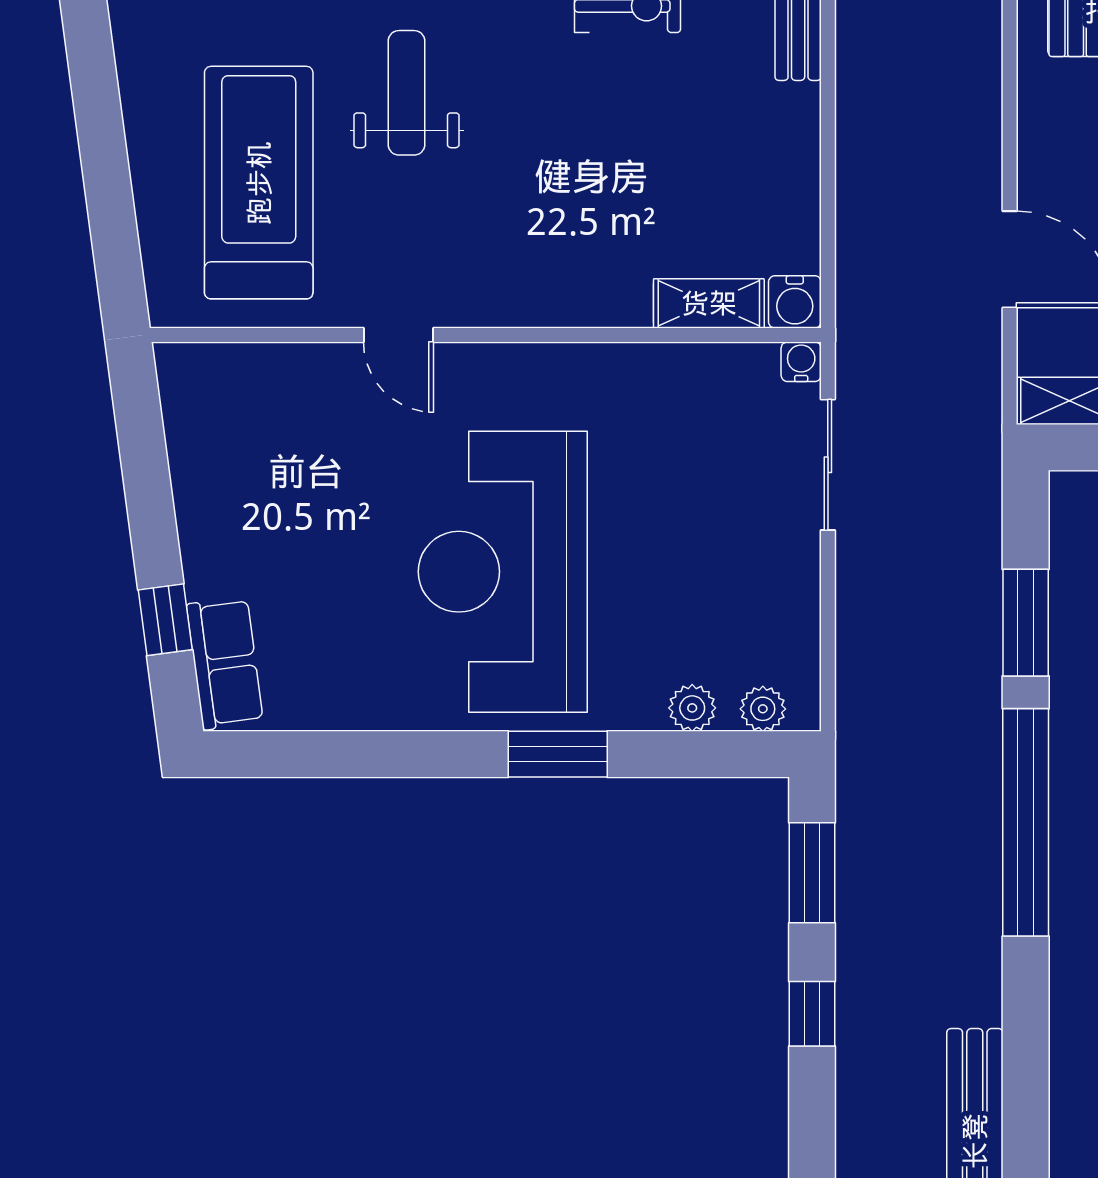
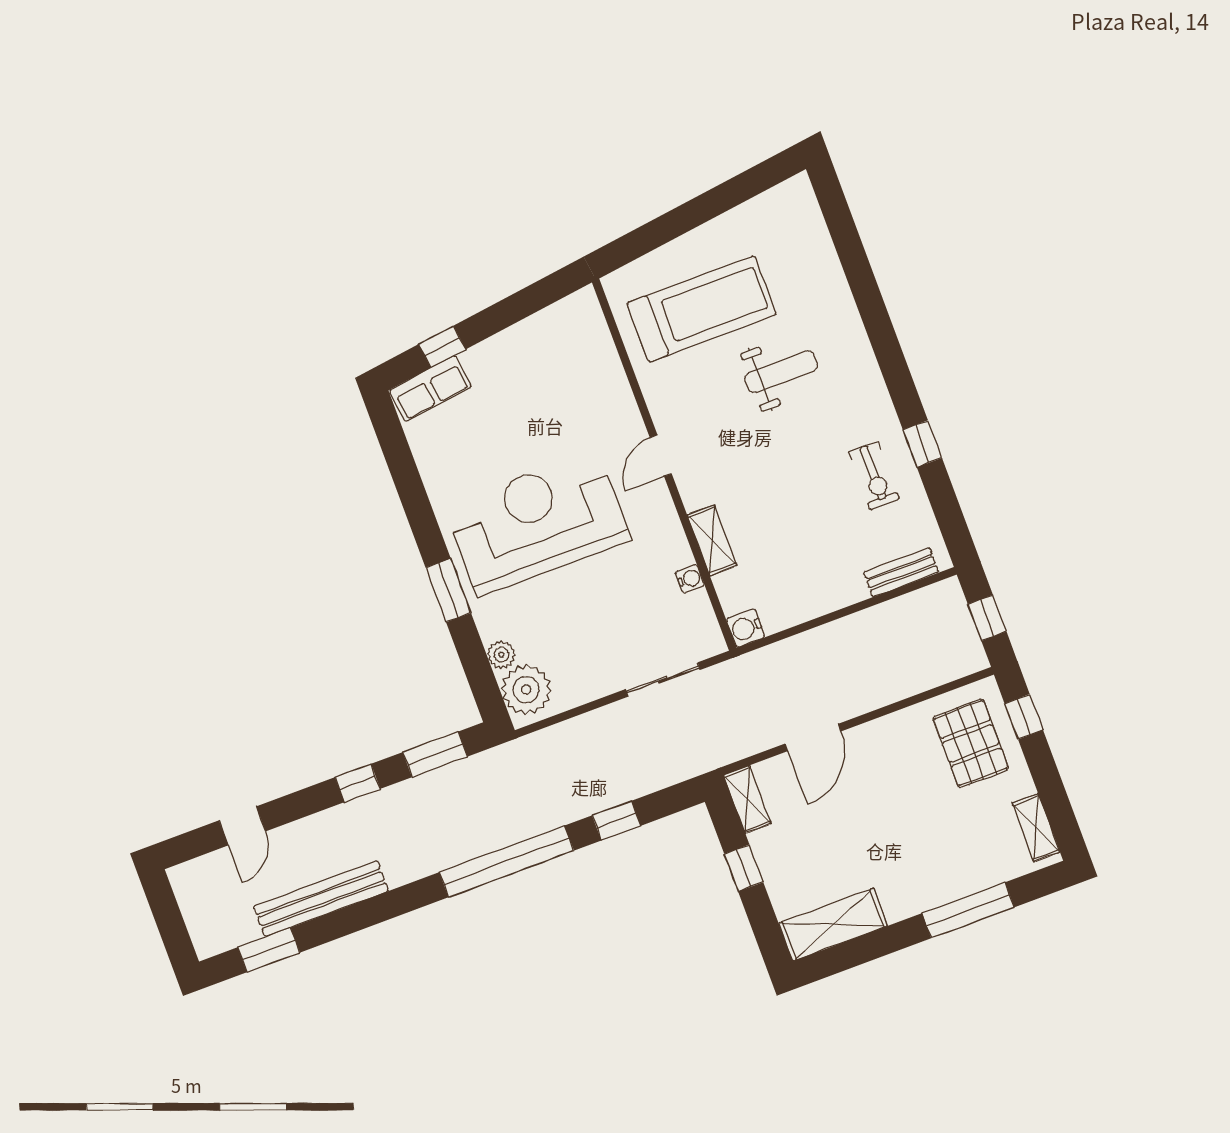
shelving: (709, 303) -> (712, 540), moved
door: (399, 335) -> (661, 456), moved
water cooler: (801, 362) -> (690, 579), moved
window: (1026, 623) -> (616, 821), width x0.67
plant: (763, 709) -> (526, 690), width x1.88, depth x1.88

